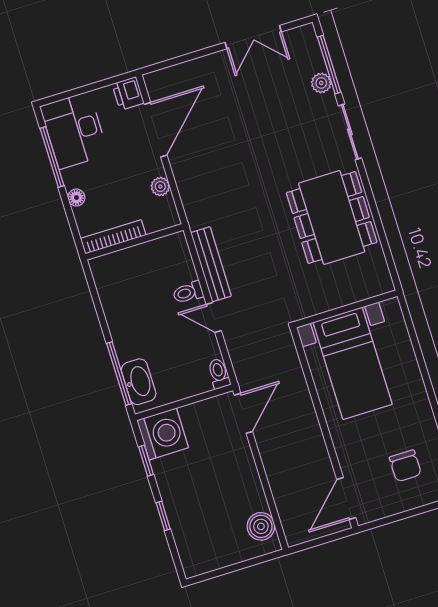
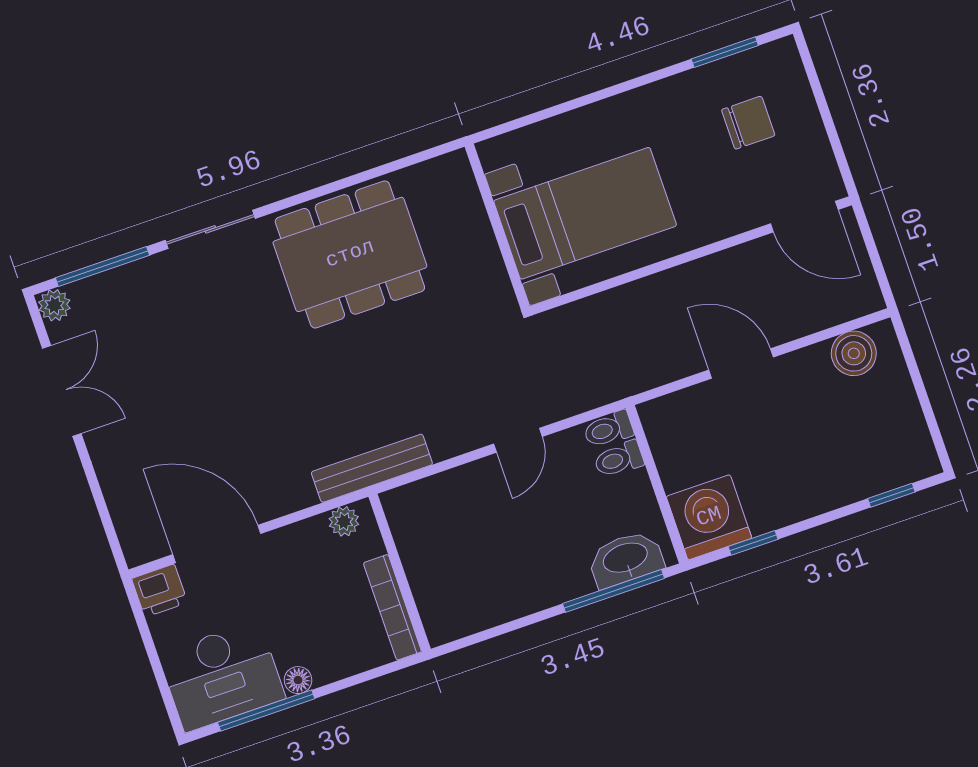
plant: (321, 83) -> (54, 305), moved
plant: (160, 187) -> (344, 521), moved
floor lamp: (76, 198) -> (298, 680), moved
bench: (211, 264) -> (372, 468), moved
toilet: (188, 292) -> (619, 459), moved, turned 90
door: (243, 413) -> (741, 364), moved
window: (163, 516) -> (891, 495), moved

